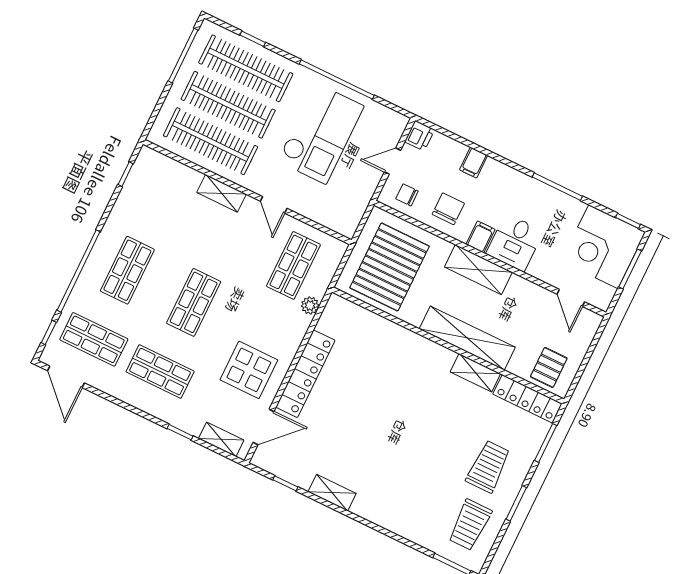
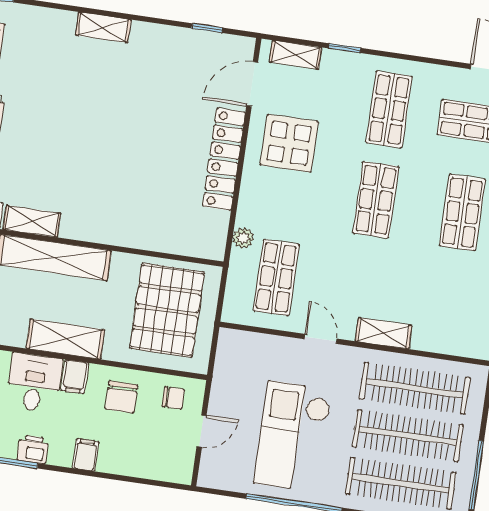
printer: (420, 136) -> (33, 449), moved, turned 90
filing cabinet: (474, 163) -> (86, 455), moved
shop shelf: (160, 372) -> (389, 110), turned 90
shelving: (332, 493) -> (103, 27), moved

